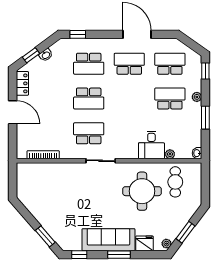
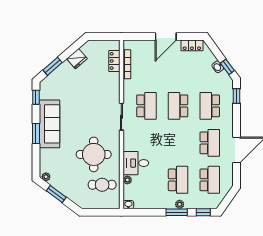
window: (31, 55) -> (227, 67), moved
window: (205, 118) -> (177, 212), moved
locker: (39, 169) -> (114, 61), added
fridge: (145, 243) -> (77, 59), moved, turned 49

